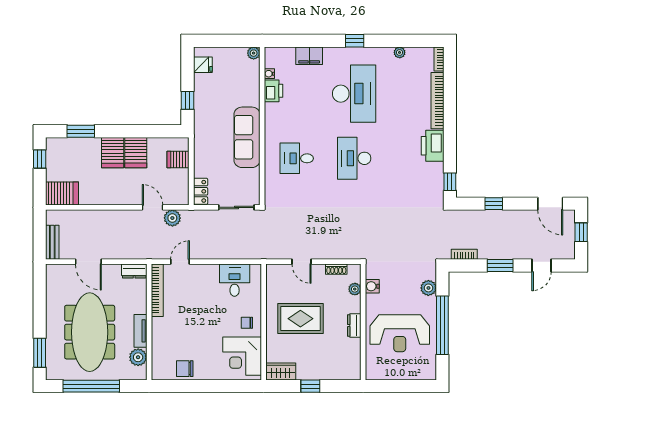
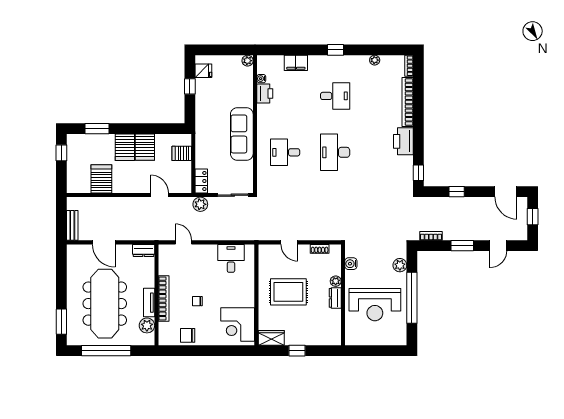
desk: (354, 94) -> (335, 96), width x0.53, depth x0.77
window: (187, 100) -> (190, 86), moved
server rack: (62, 193) -> (101, 179), moved, turned -90
plant: (172, 218) -> (200, 204), moved
door: (180, 262) -> (184, 242), hinge flipped
plant: (355, 289) -> (336, 281), moved
bookcase: (157, 290) -> (164, 298), moved
chair: (247, 323) -> (197, 301), moved

